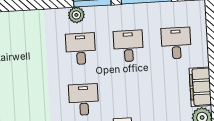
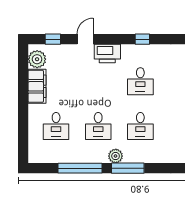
plant: (76, 15) -> (116, 156), moved

